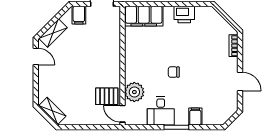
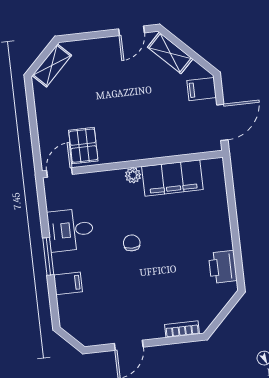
printer: (184, 15) -> (223, 267), moved
filing cabinet: (144, 16) -> (172, 178), moved, turned -90
plant: (134, 92) -> (133, 175), moved, width x0.53, depth x0.53

